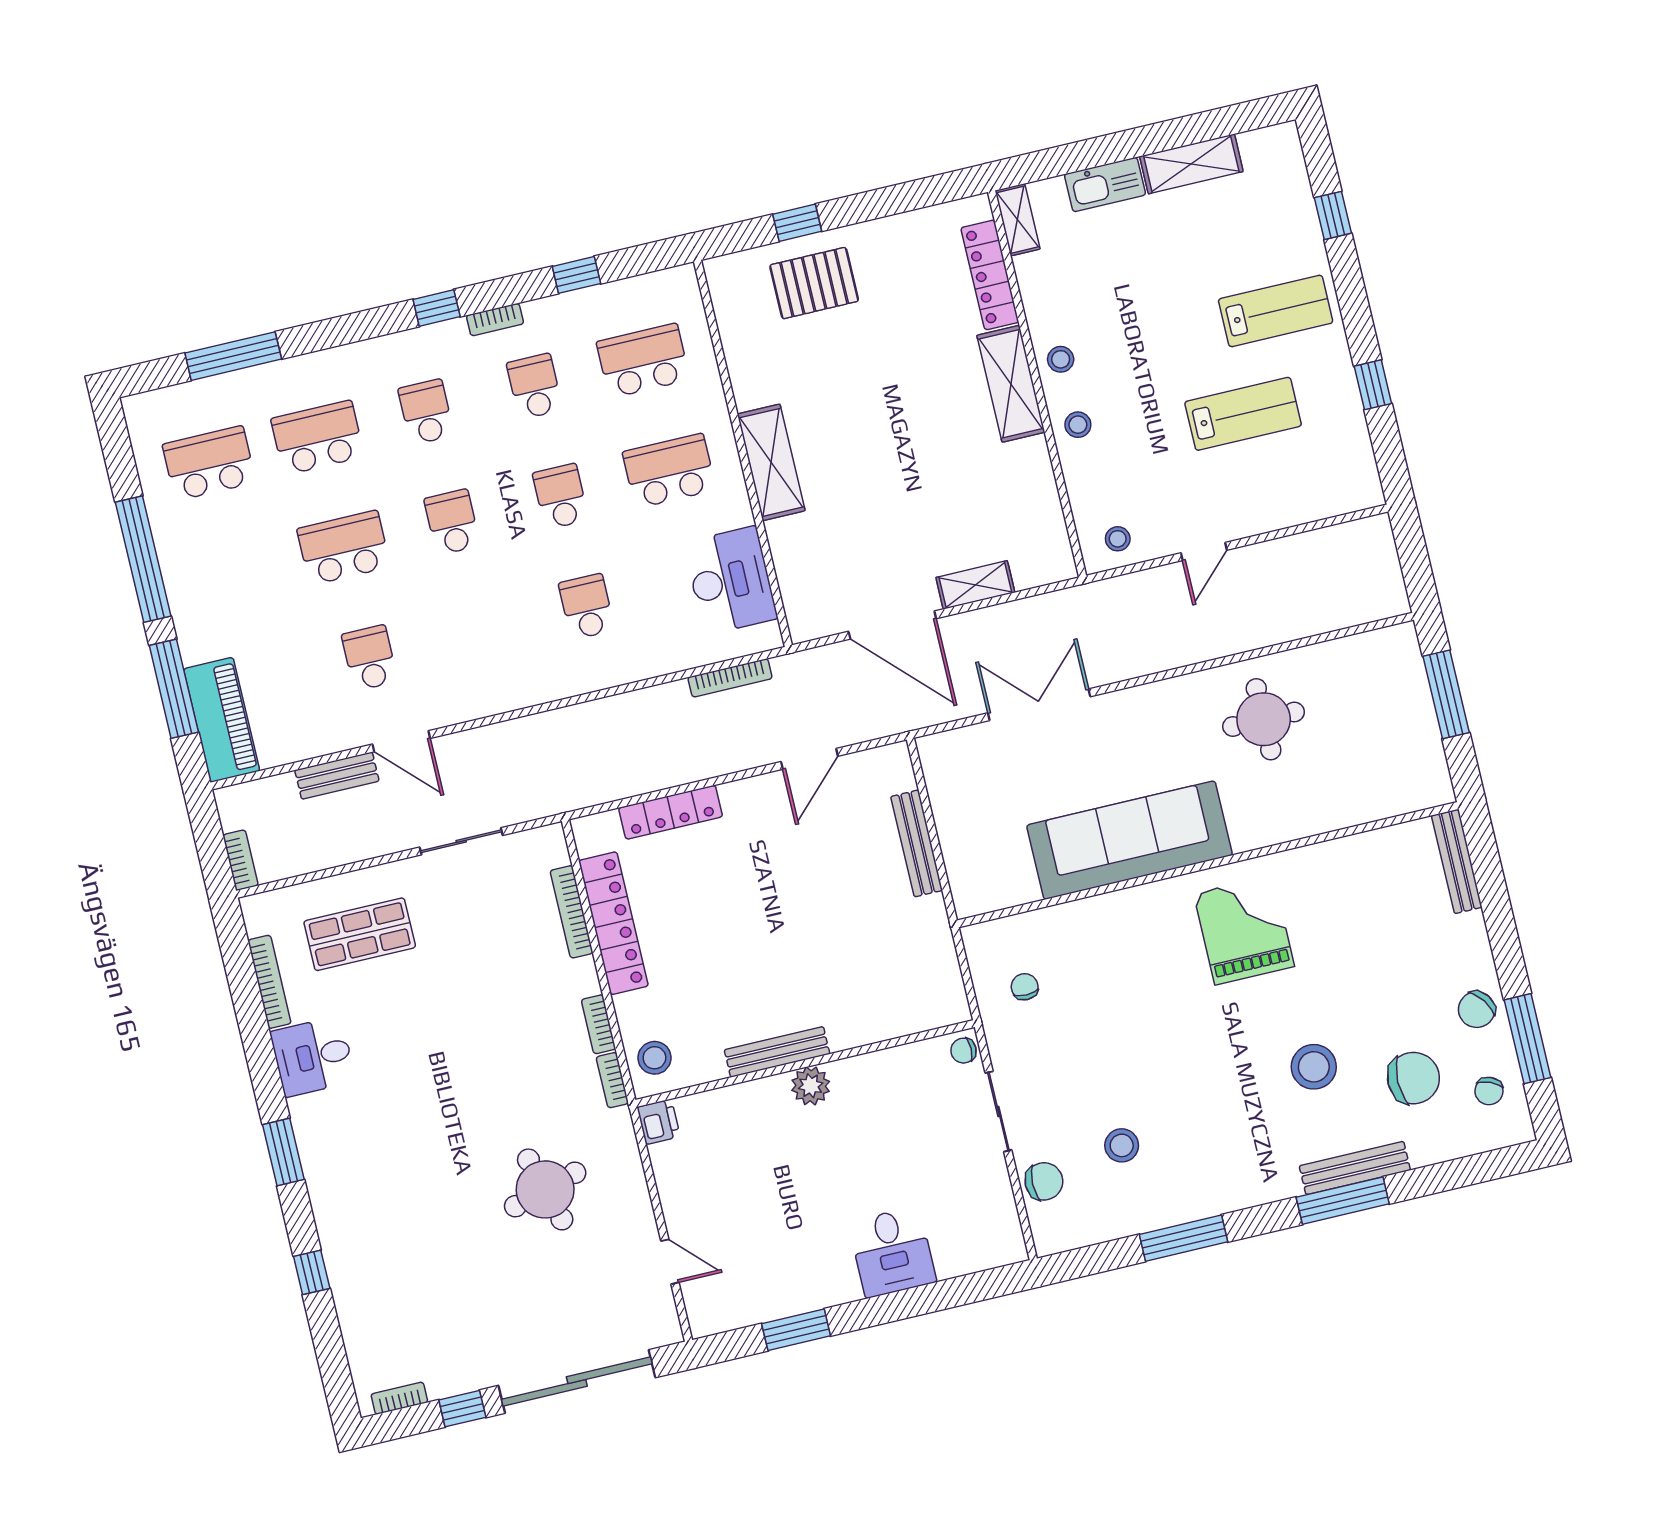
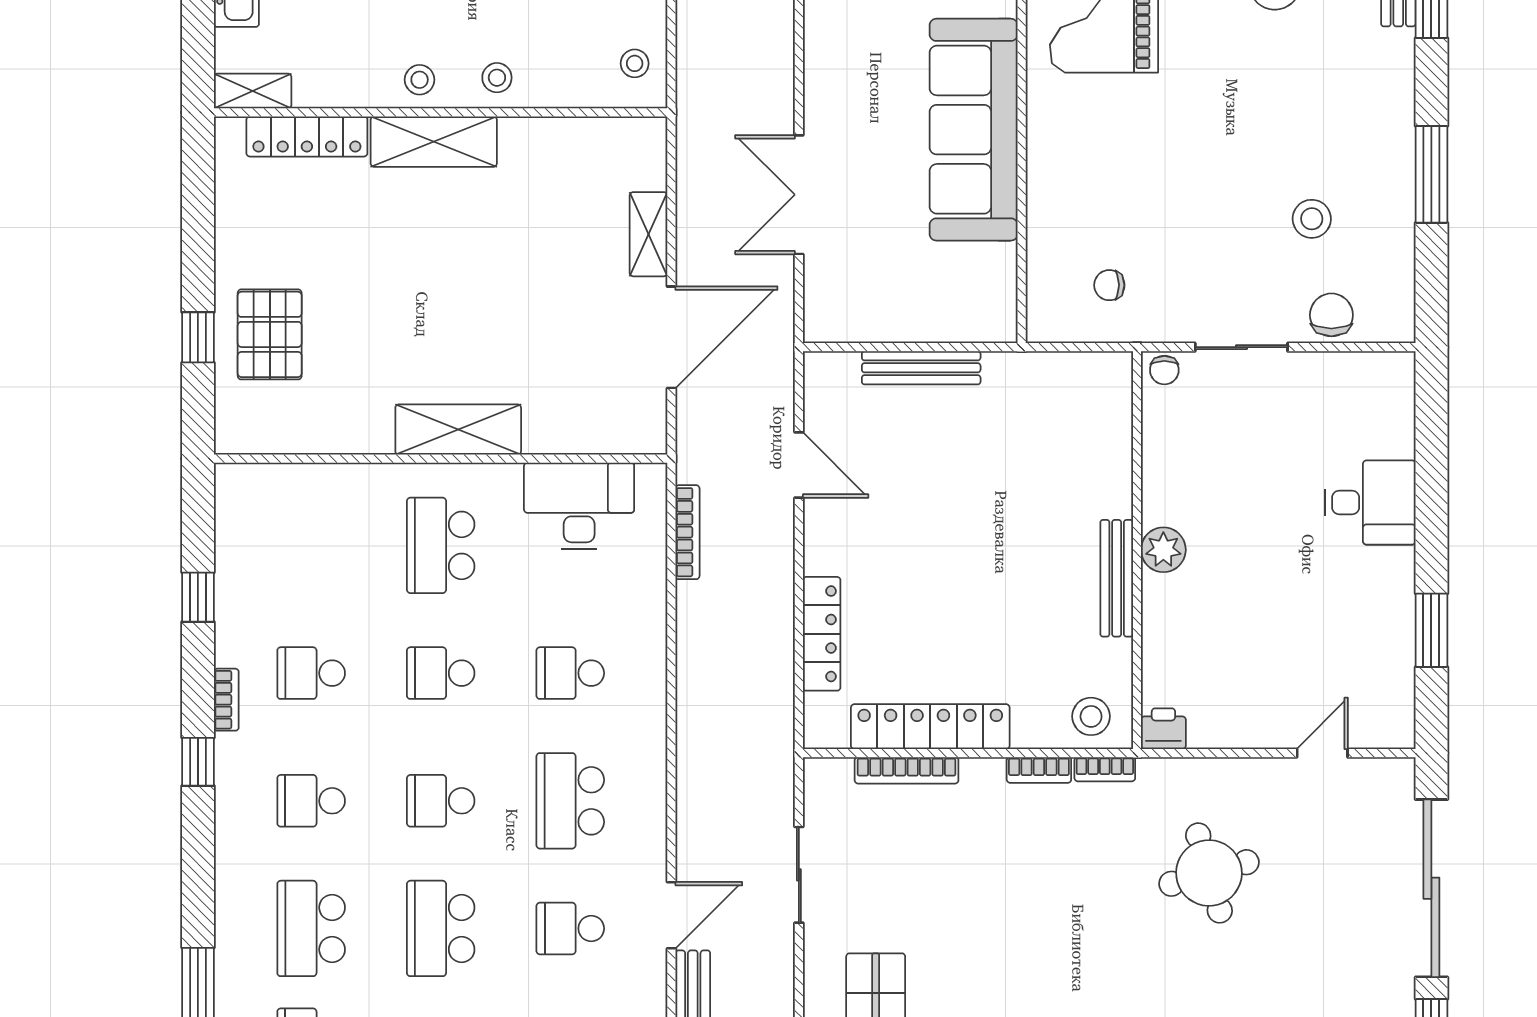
school desk: (643, 361) -> (570, 801), moved

